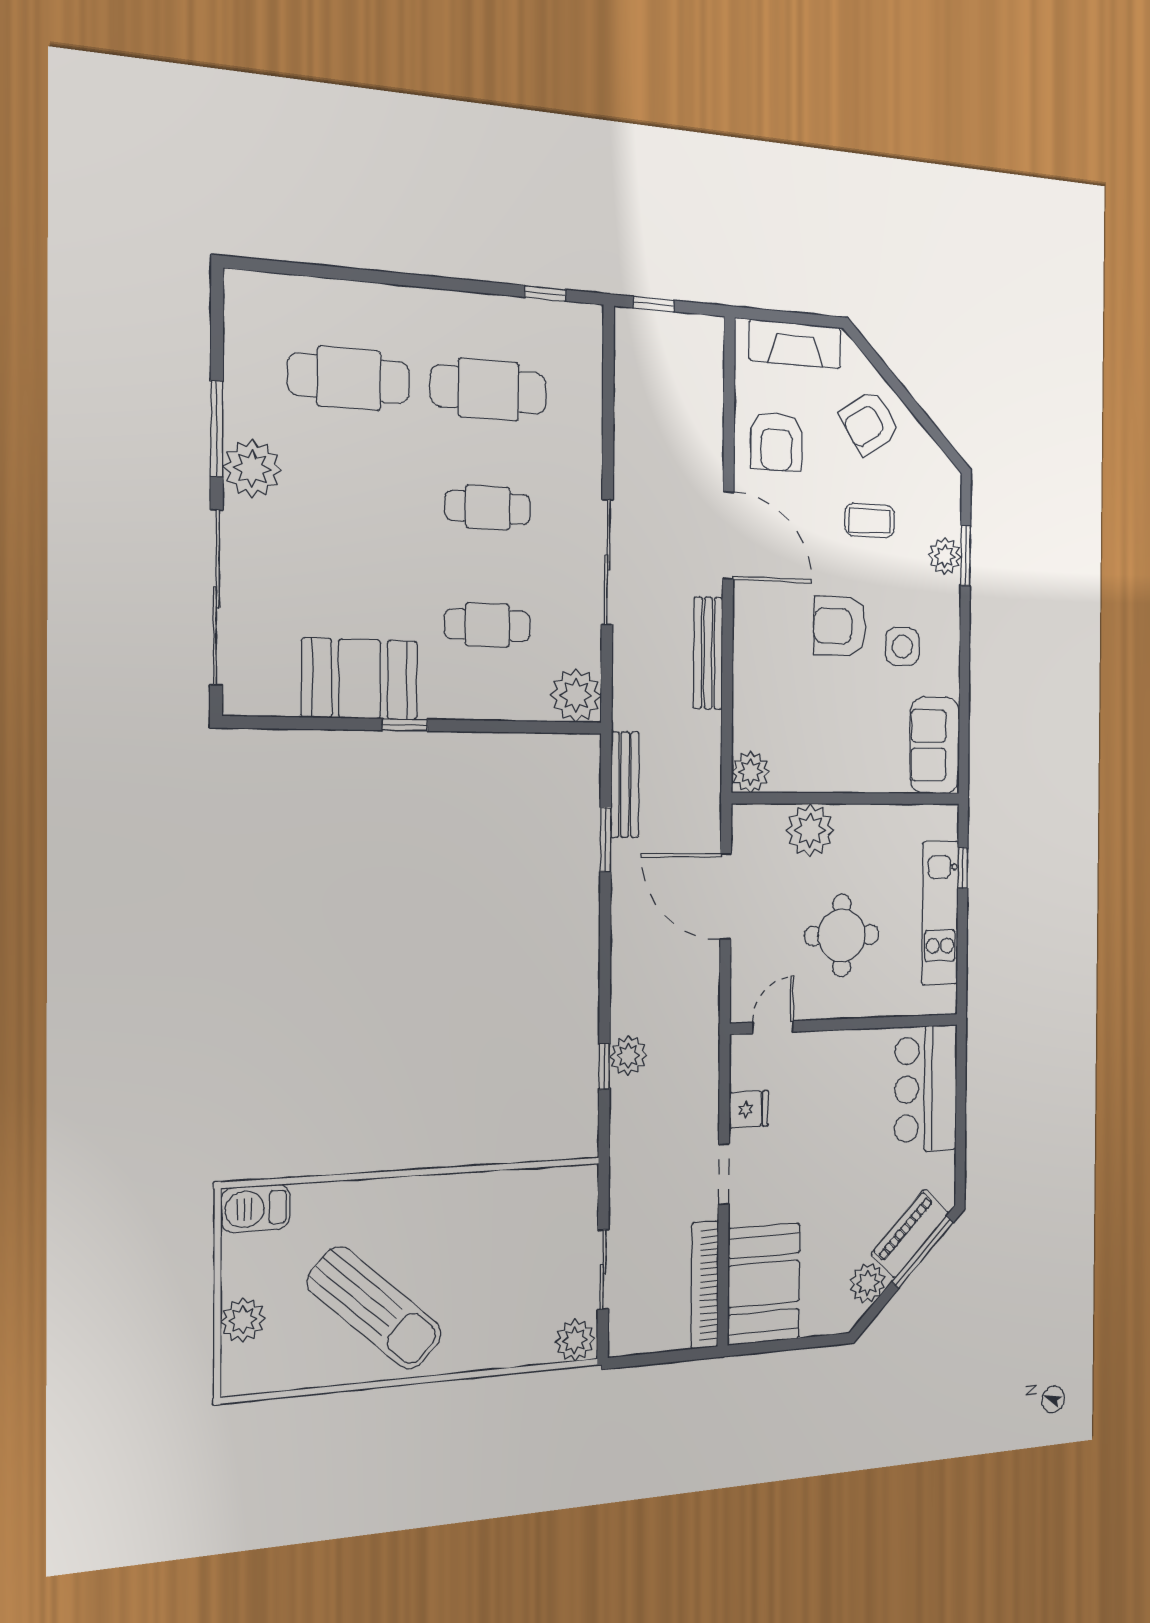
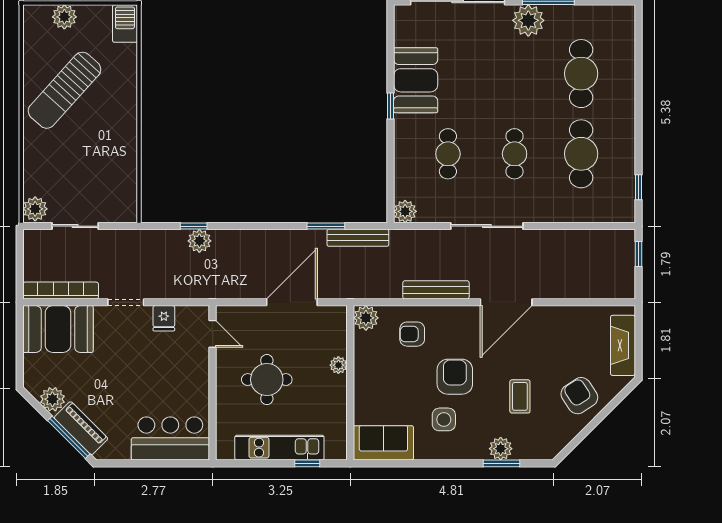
armchair: (776, 442) -> (412, 334), moved, width x0.72, depth x0.72
plant: (576, 695) -> (405, 211), width x0.73, depth x0.73
plant: (810, 830) -> (338, 365), width x0.53, depth x0.53

